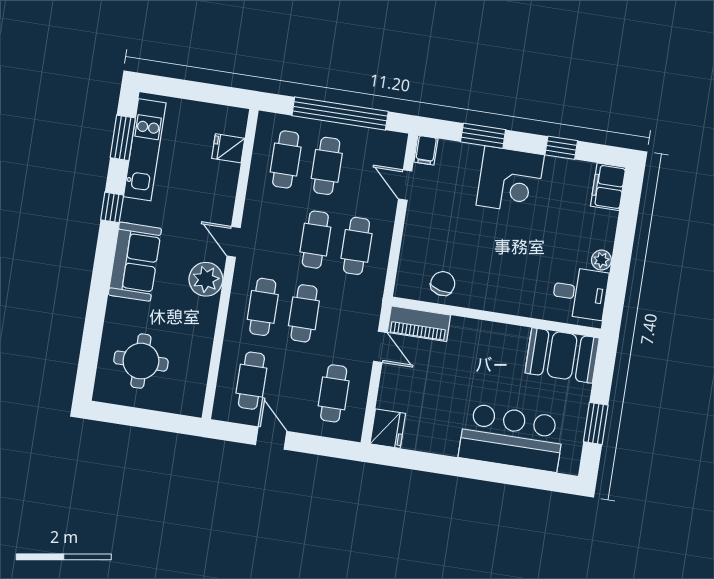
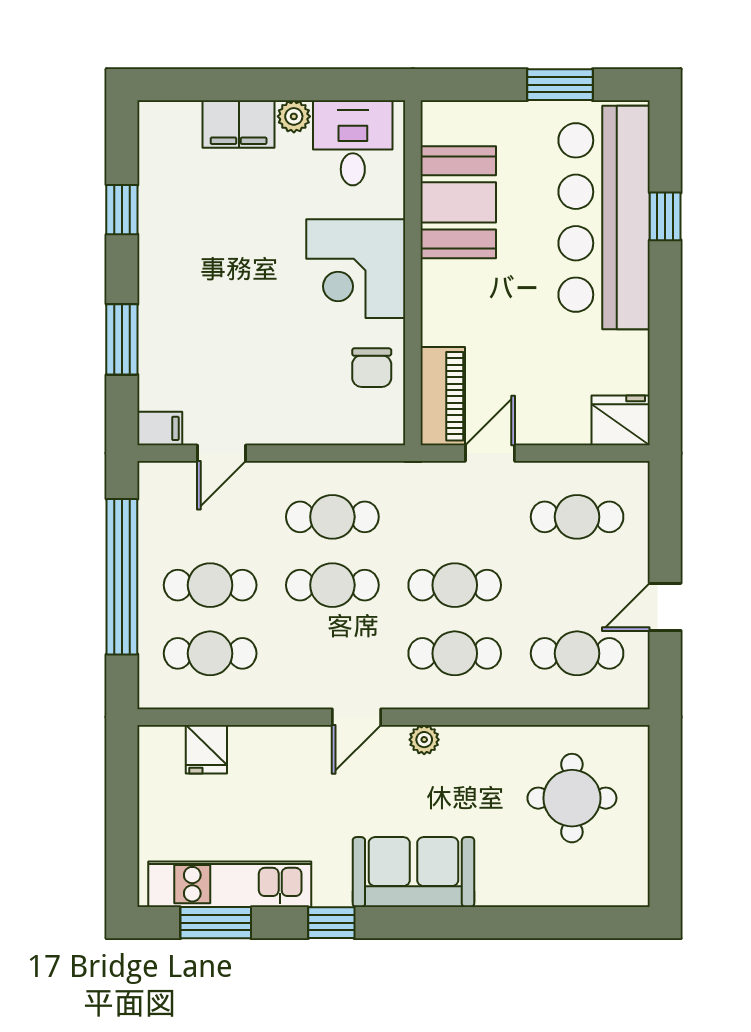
corner desk: (510, 180) -> (356, 269), moved, turned 180
filing cabinet: (608, 187) -> (239, 124), moved
plant: (206, 279) -> (424, 740), width x0.53, depth x0.53
chair: (443, 284) -> (372, 368), turned -104
booth: (562, 355) -> (458, 202), moved
round table: (141, 361) -> (572, 798), moved
bar counter: (512, 438) -> (604, 218), width x1.36
window: (507, 475) -> (665, 216), added

